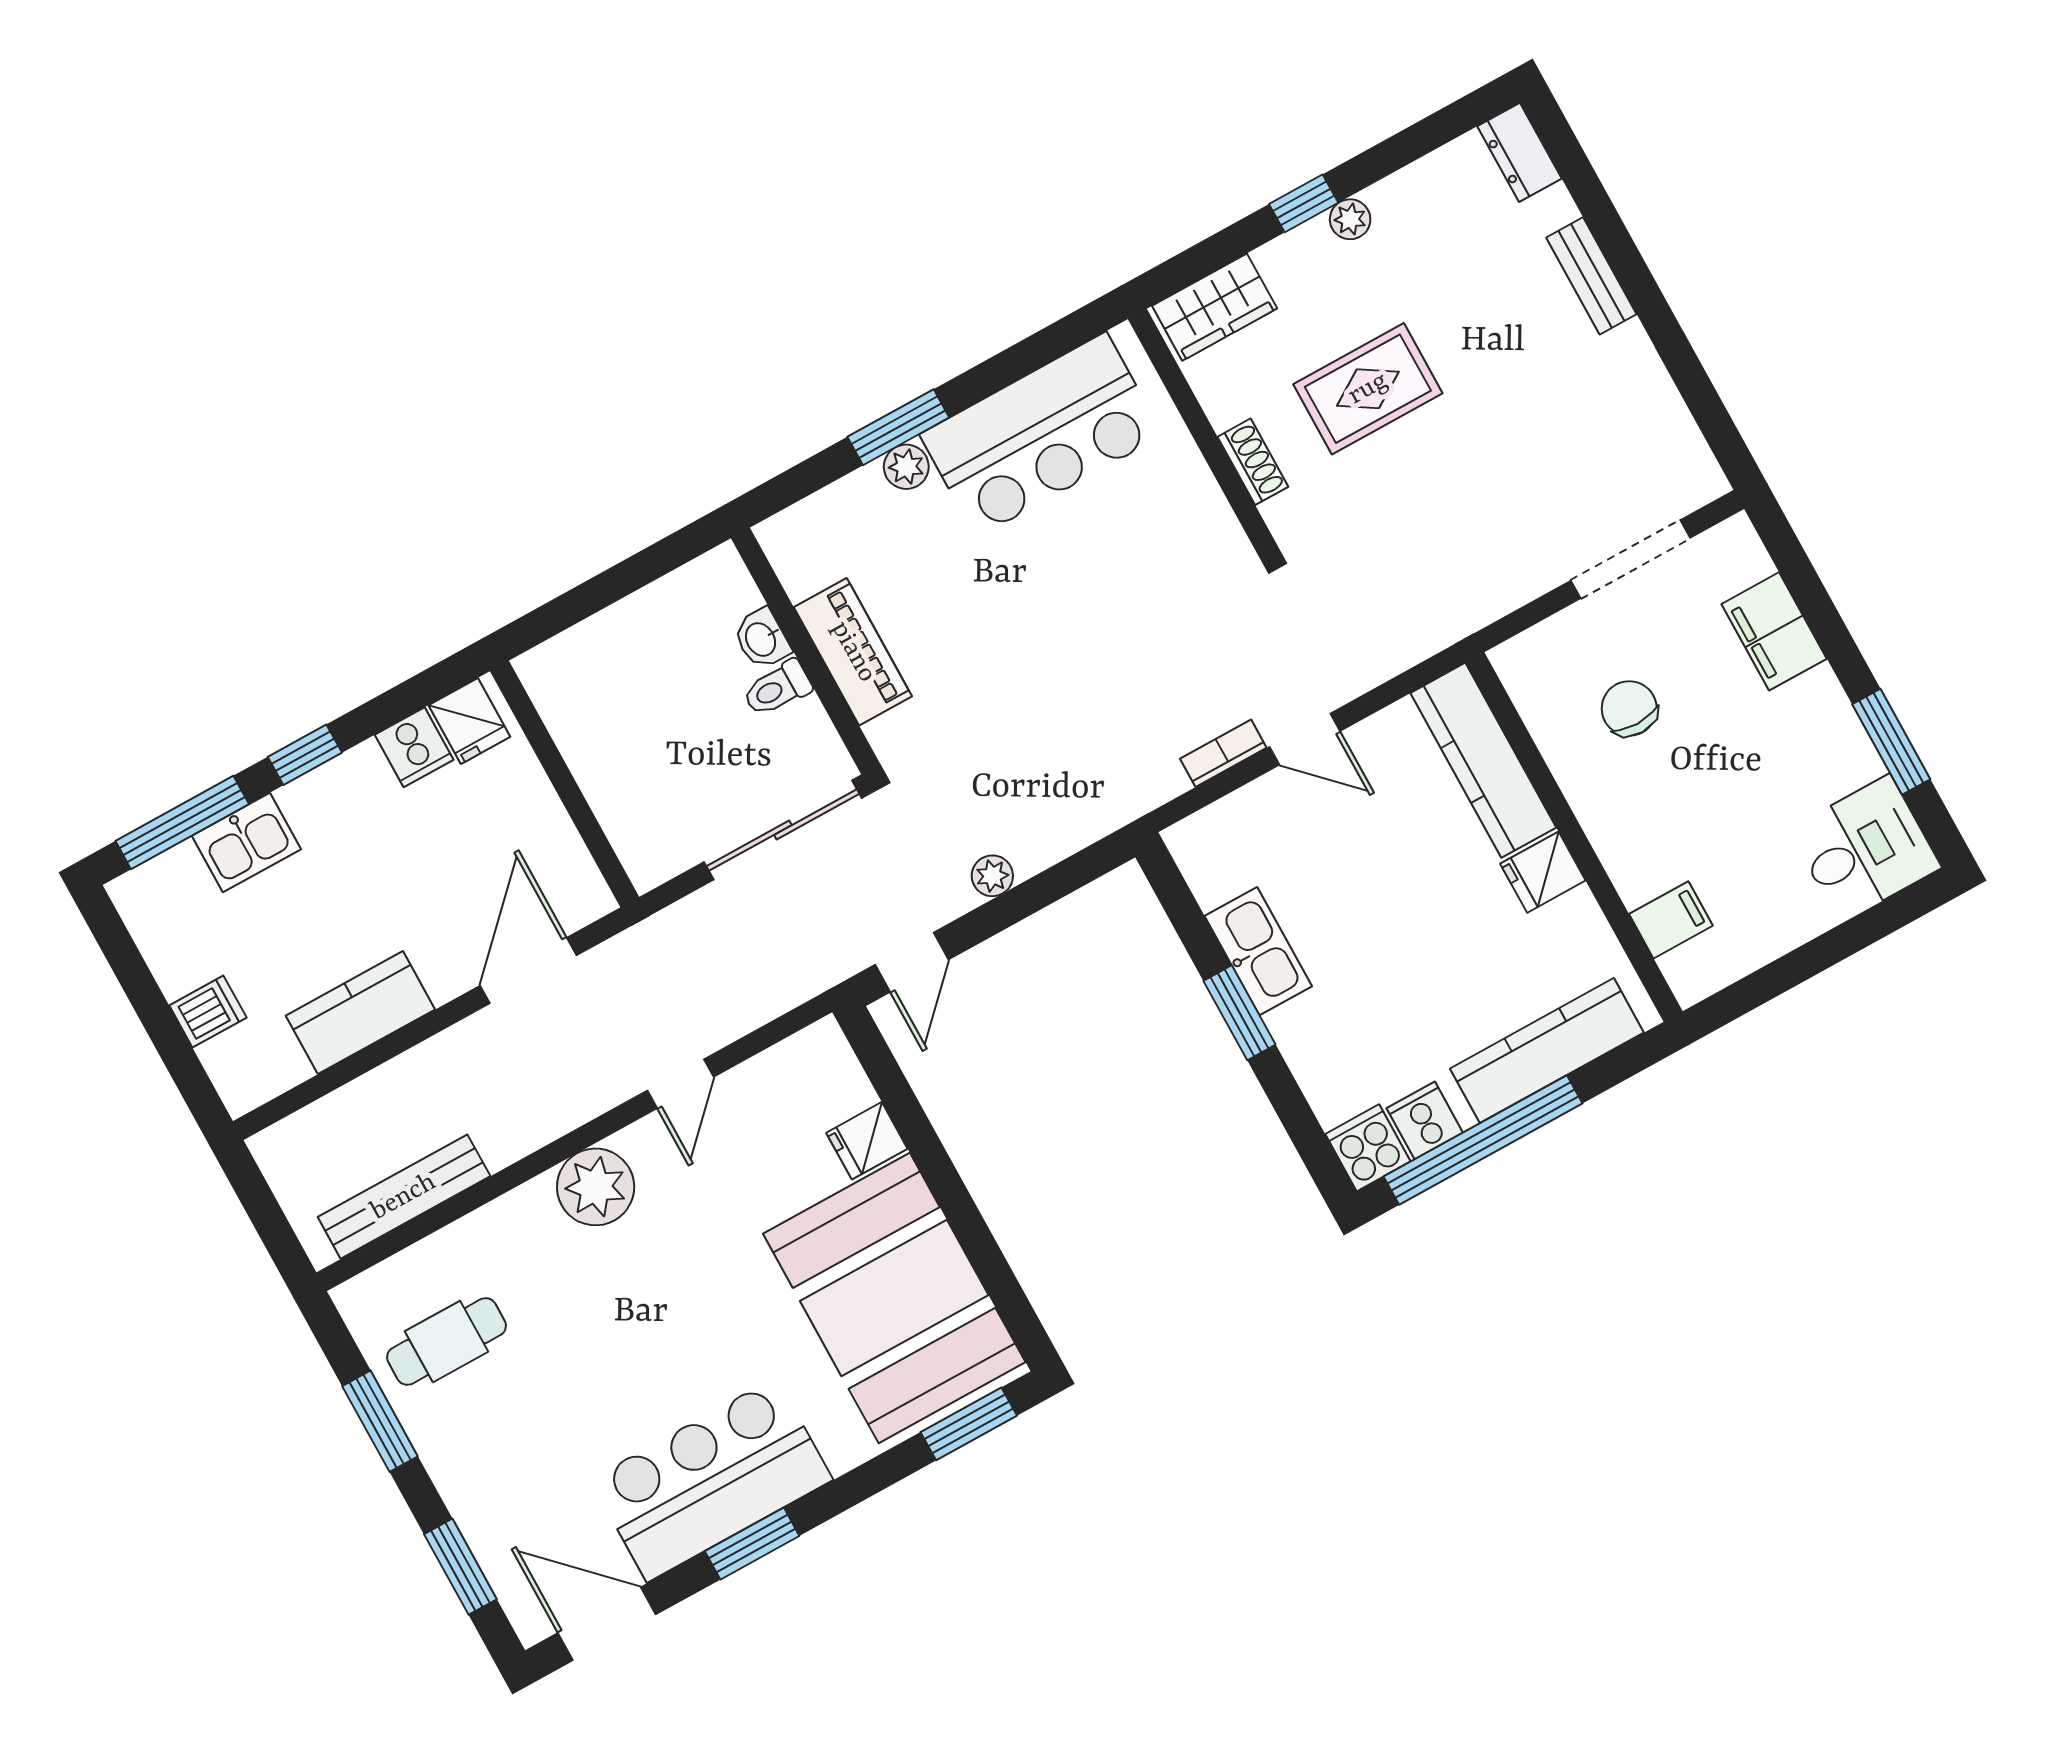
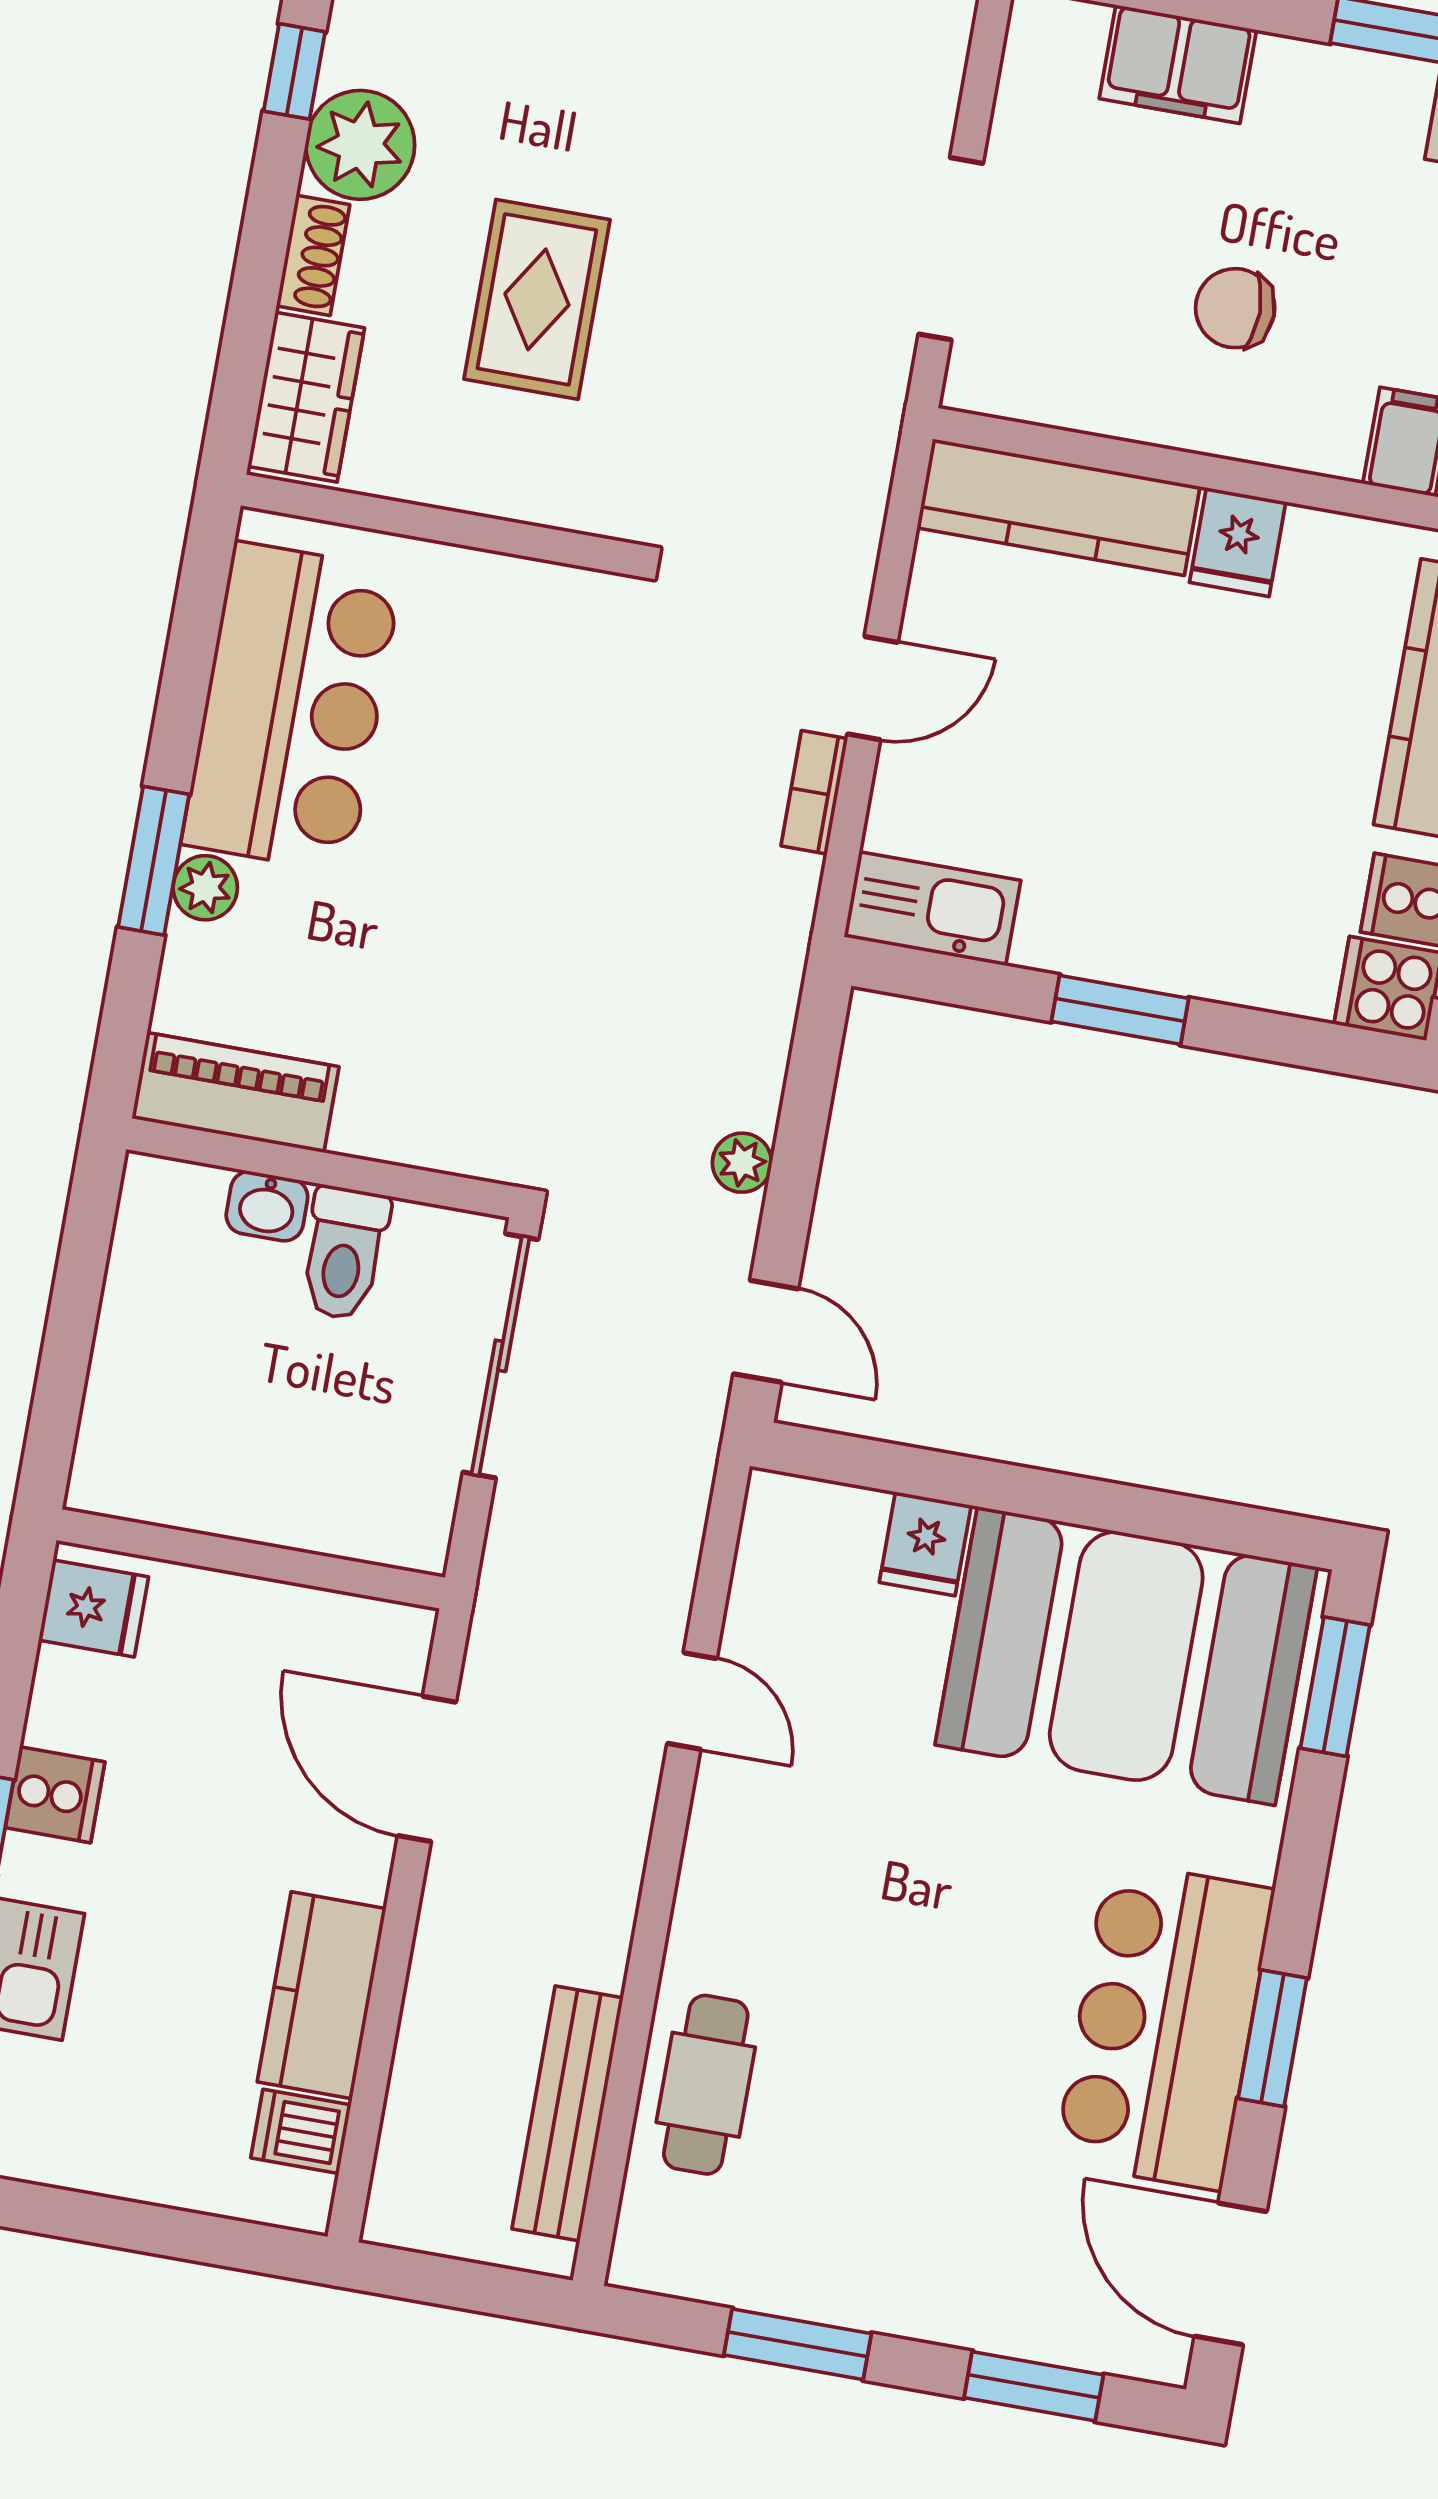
window: (1304, 203) -> (294, 71), moved
plant: (1350, 219) -> (360, 145), width x1.88, depth x1.88
shoe rack: (1253, 462) -> (313, 255), moved, turned 90
doorway: (1631, 559) -> (951, 249), moved
piano: (853, 652) -> (235, 1093), moved
toilet: (777, 689) -> (344, 1253), width x1.37, depth x1.39
chair: (1629, 708) -> (1235, 308), moved
cooker: (414, 747) -> (55, 1795), moved
kitchen sink: (1258, 951) -> (932, 909), moved
dishwasher: (208, 1011) -> (301, 2131), moved, turned -90
plant: (596, 1187) -> (731, 1890), removed
cafe table: (446, 1341) -> (706, 2085), moved
door: (607, 1624) -> (1231, 2274), hinge flipped

